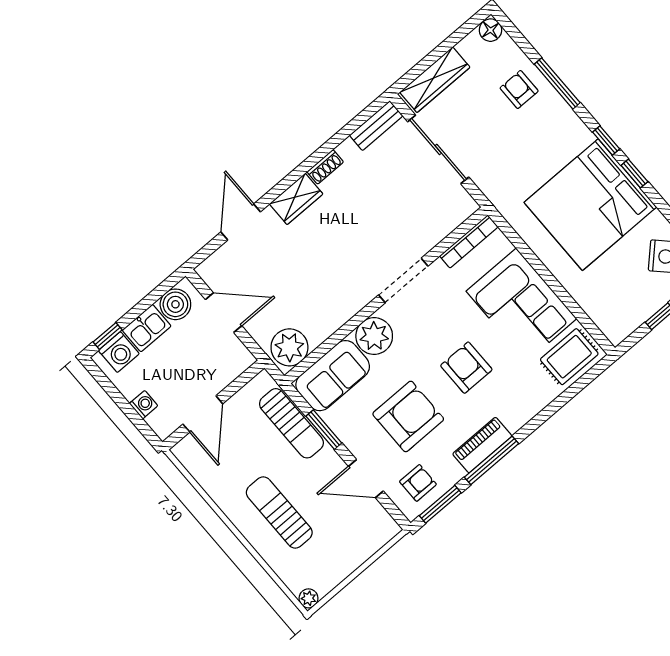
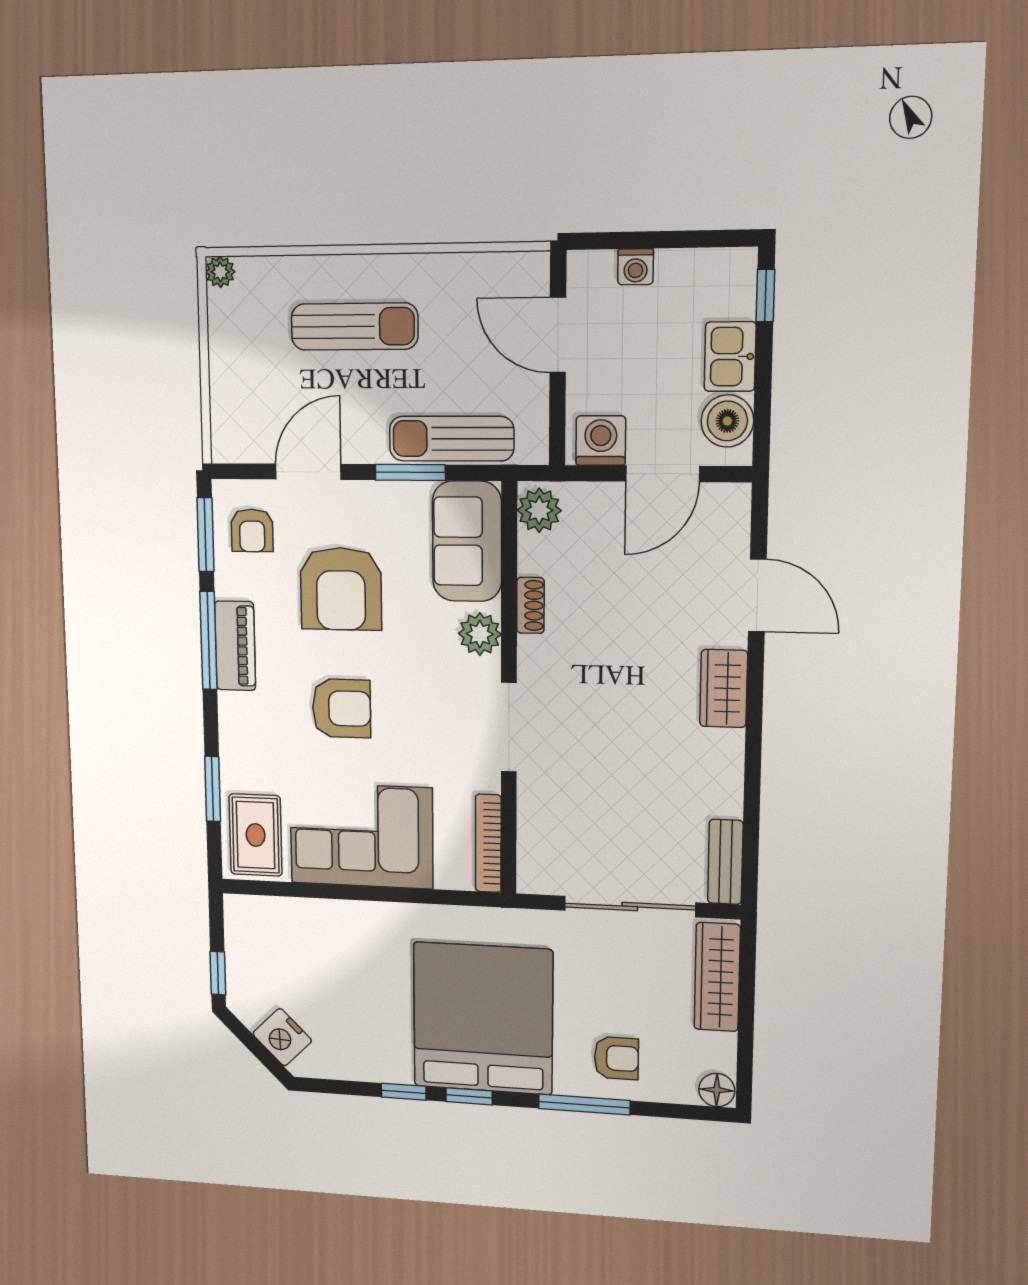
shoe rack: (325, 167) -> (530, 605), moved, turned 180
bed: (590, 205) -> (483, 1018), moved
plant: (374, 336) -> (480, 634), width x0.73, depth x0.73
plant: (289, 347) -> (539, 510), width x0.73, depth x0.73
washing machine: (119, 352) -> (601, 441), moved, turned 90
window: (565, 397) -> (213, 789), added

